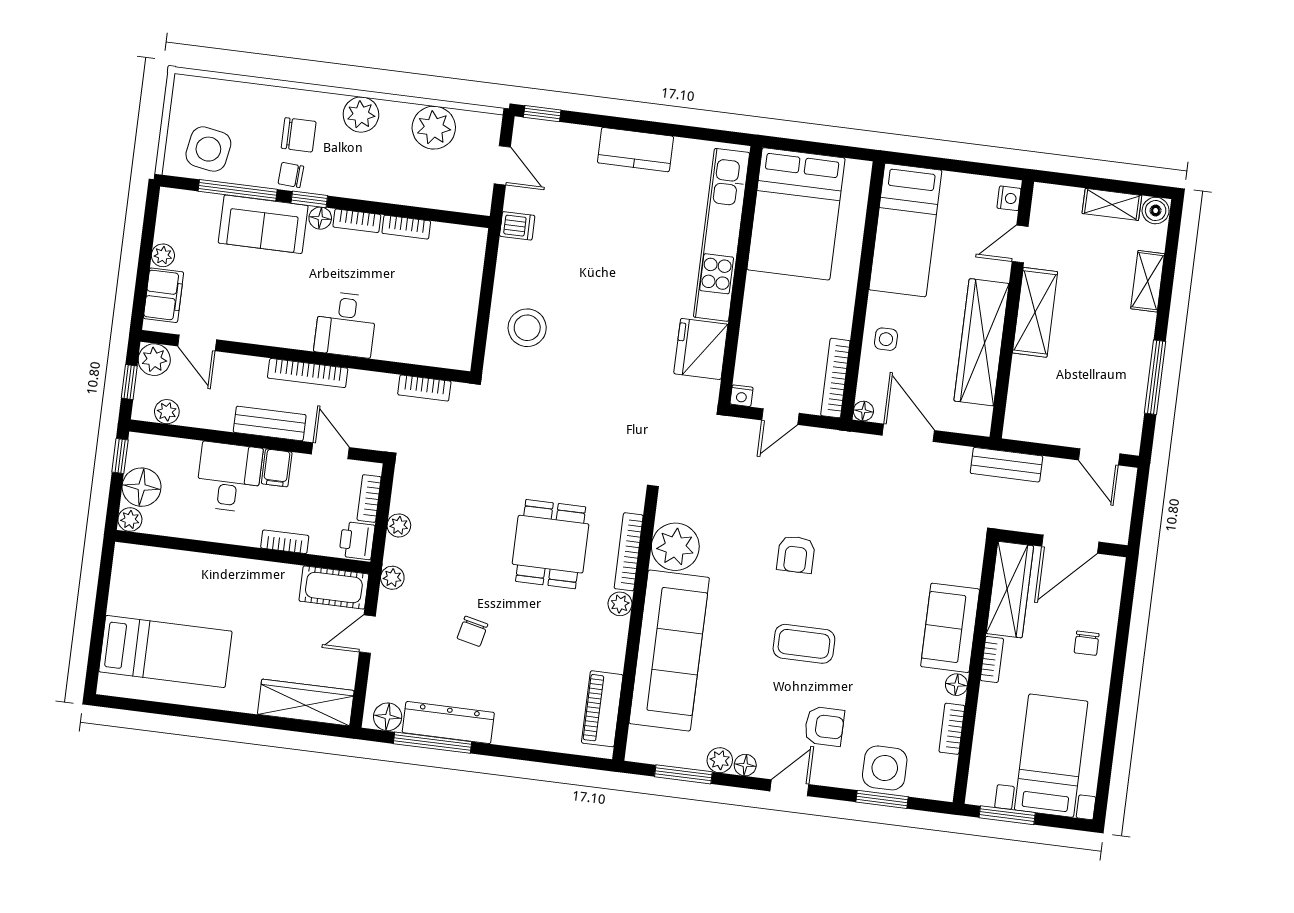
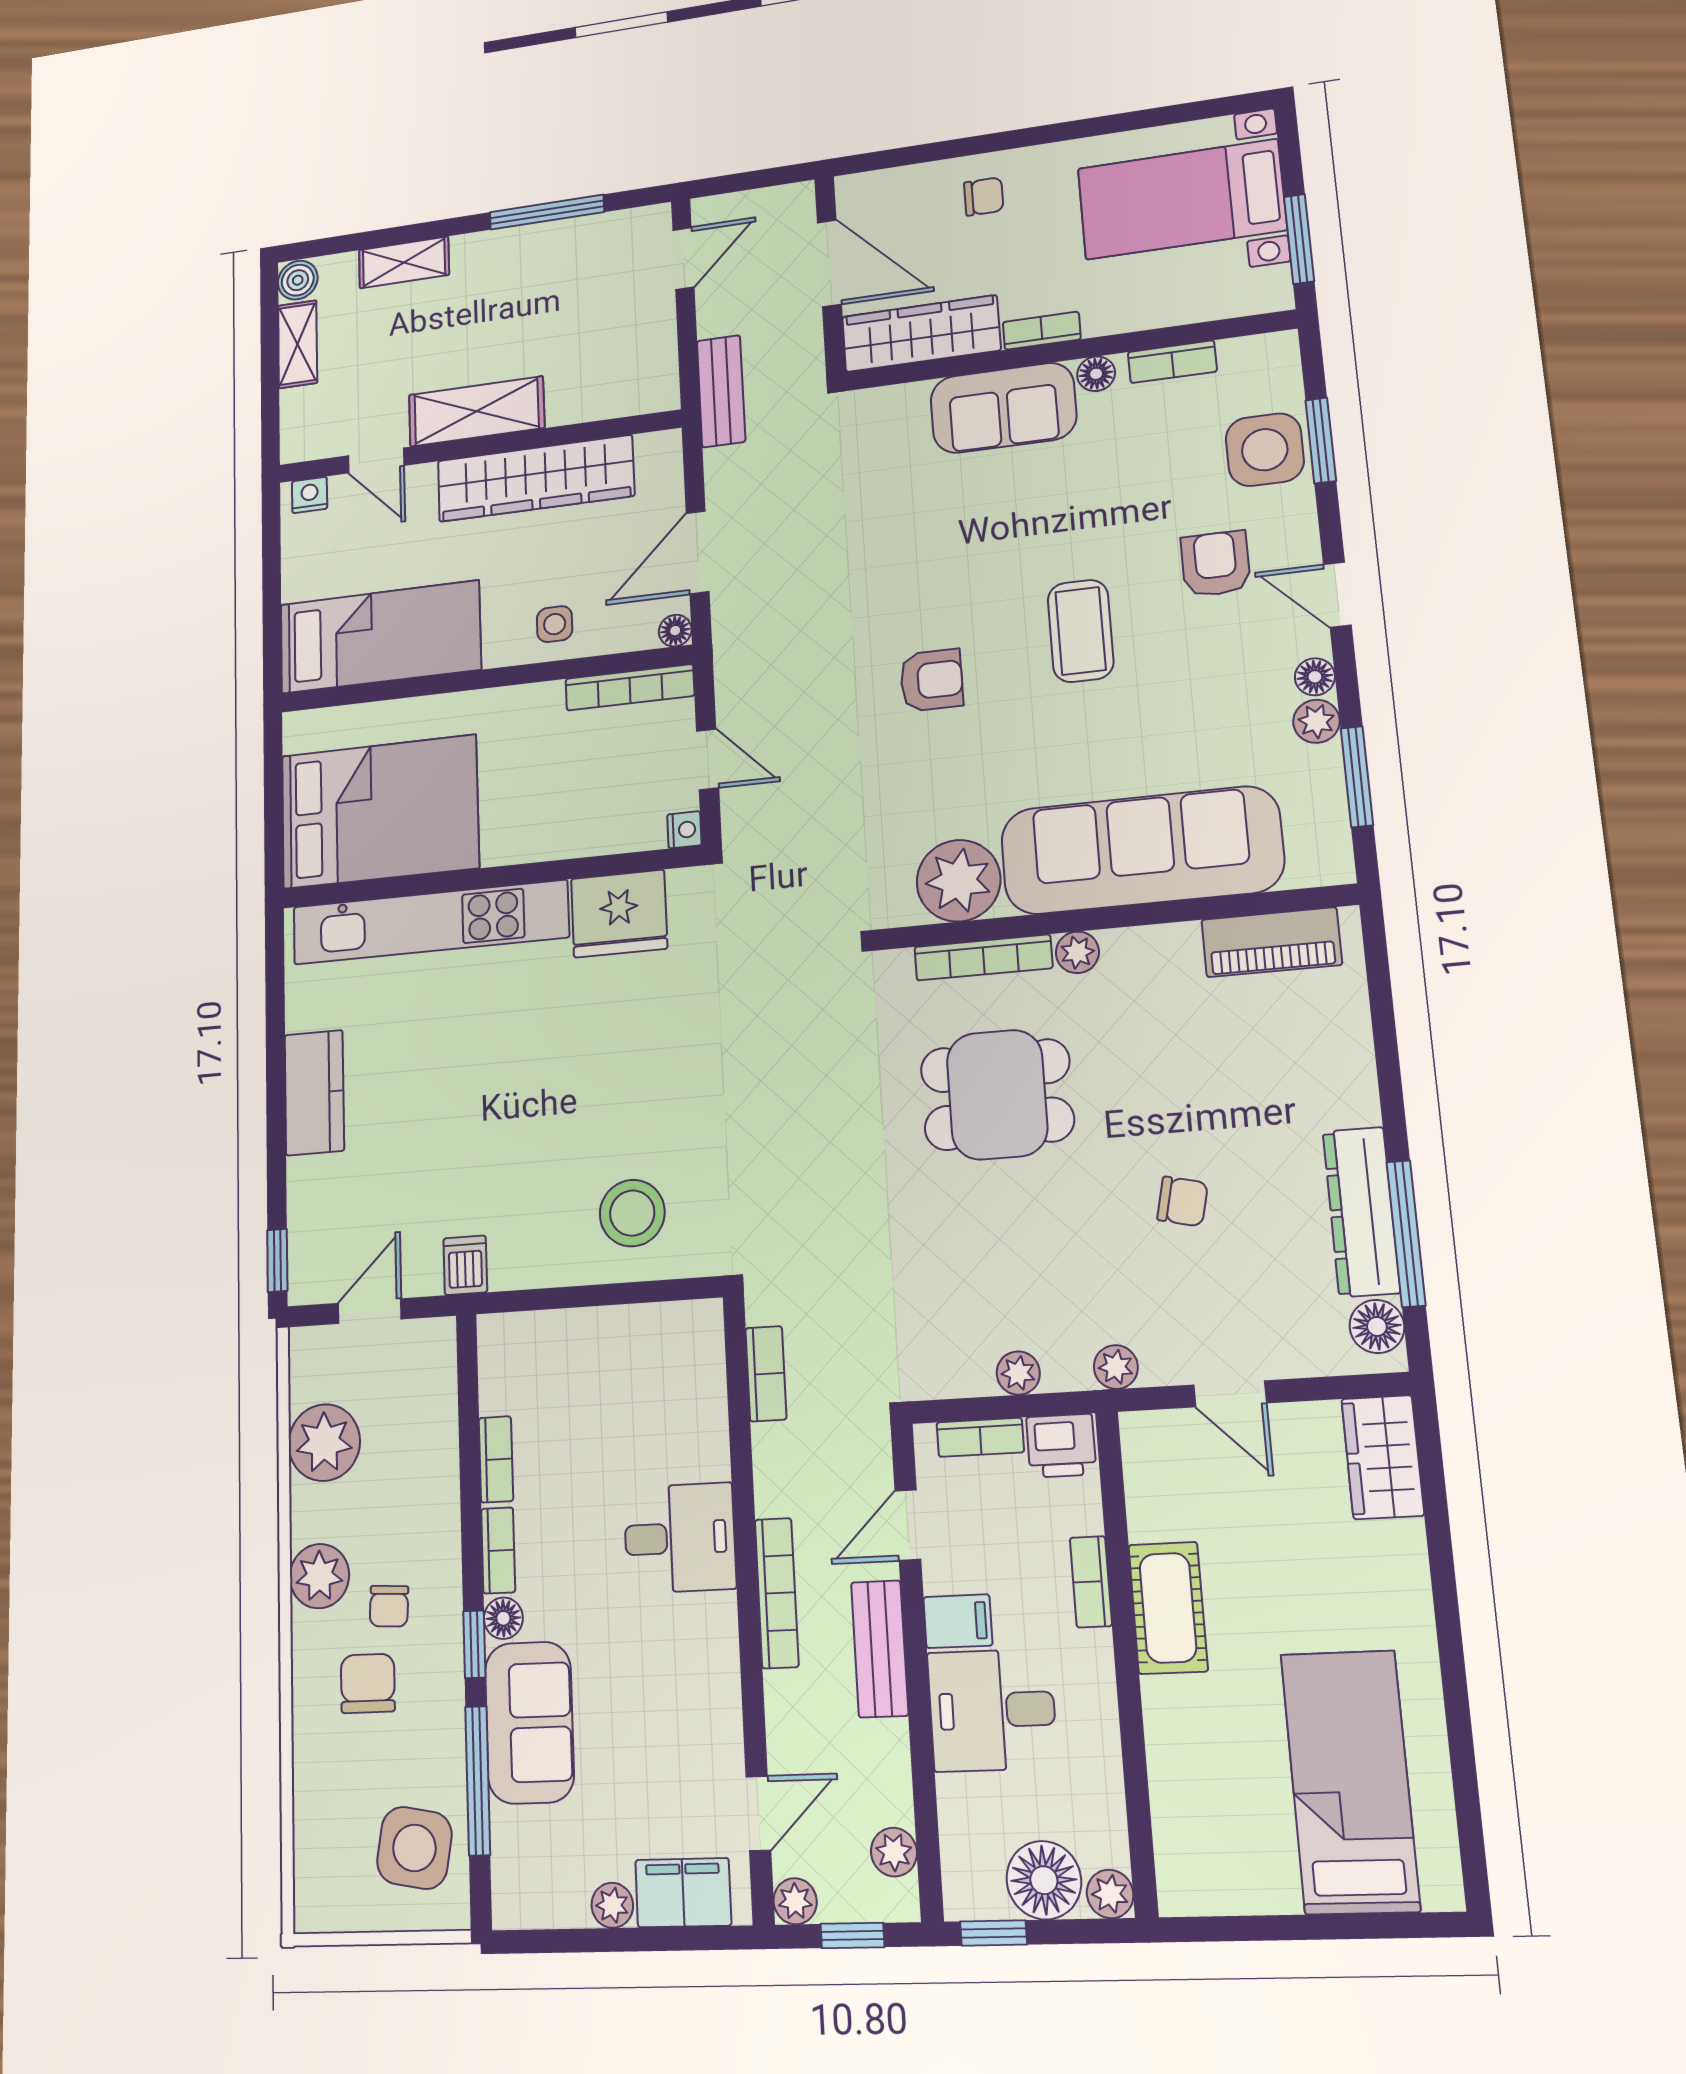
chair: (291, 175) -> (389, 1606), moved
plant: (154, 360) -> (795, 1901), width x0.73, depth x0.73
cot: (334, 588) -> (1168, 1608), moved
wardrobe: (306, 702) -> (1383, 1457), width x0.67

